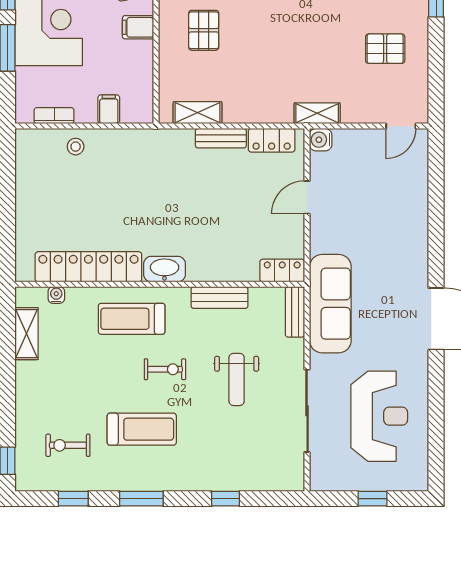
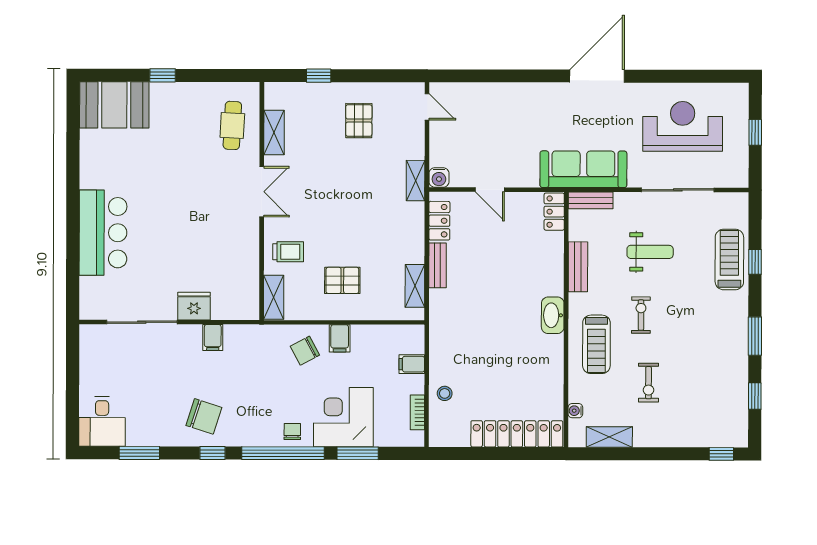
locker: (88, 267) -> (517, 434), moved, turned 90
treadmill: (142, 429) -> (729, 259), moved
exercise bike: (68, 445) -> (648, 383), moved

